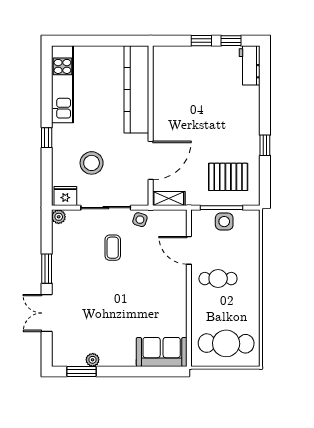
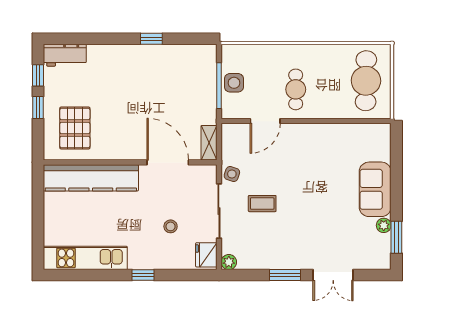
stool: (92, 163) -> (171, 226), width x0.53, depth x0.53
pallet: (228, 177) -> (75, 128), moved
sofa: (162, 352) -> (375, 189), moved

